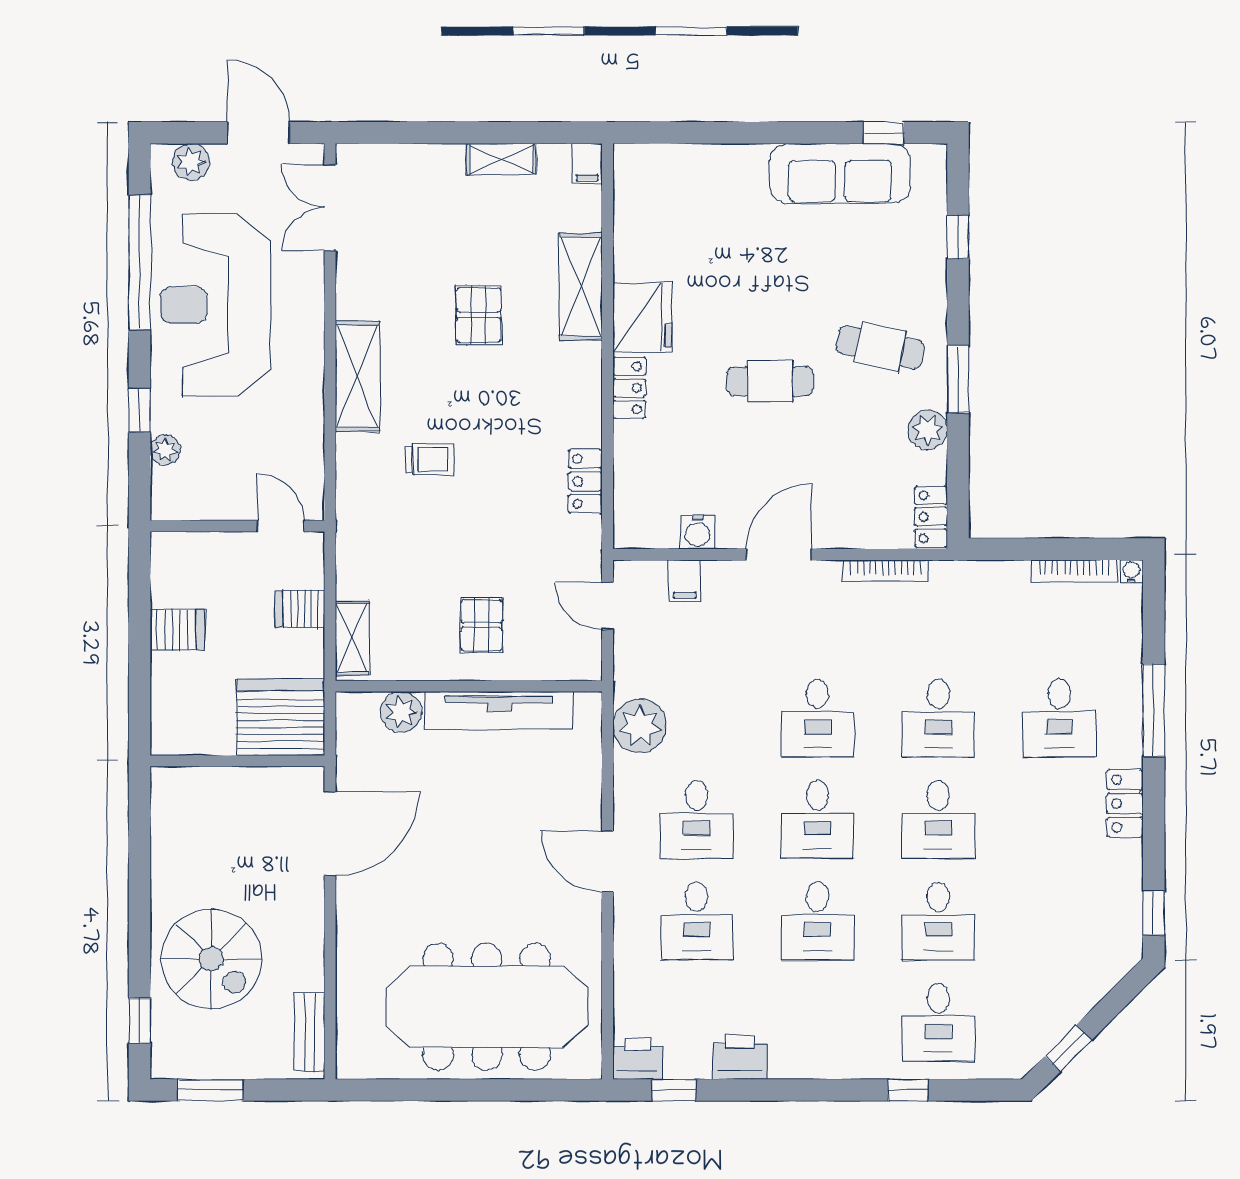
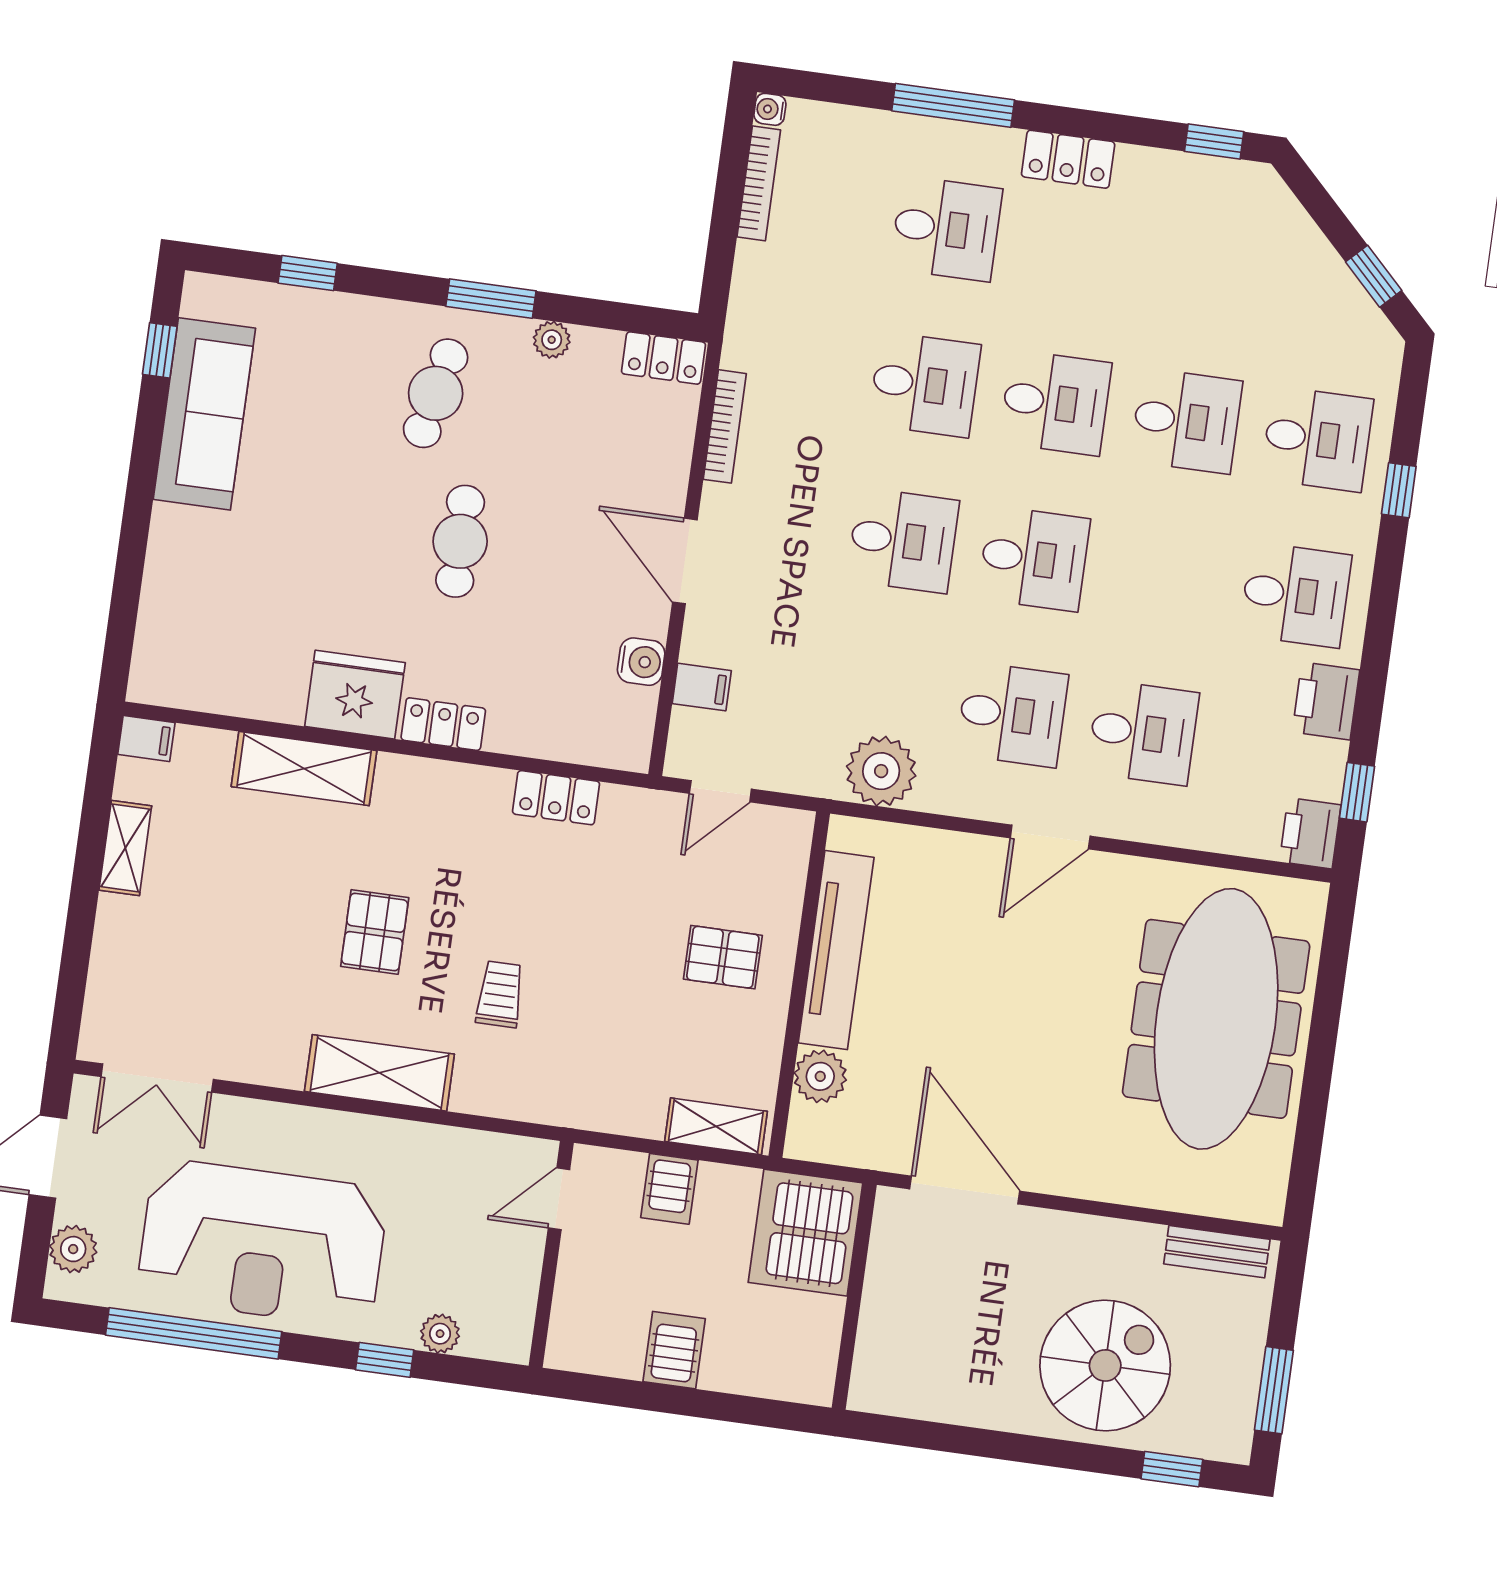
pallet: (478, 315) -> (375, 932), moved, turned 90
plant: (928, 430) -> (552, 340), width x0.73, depth x0.73
desk: (818, 921) -> (1295, 595), moved

